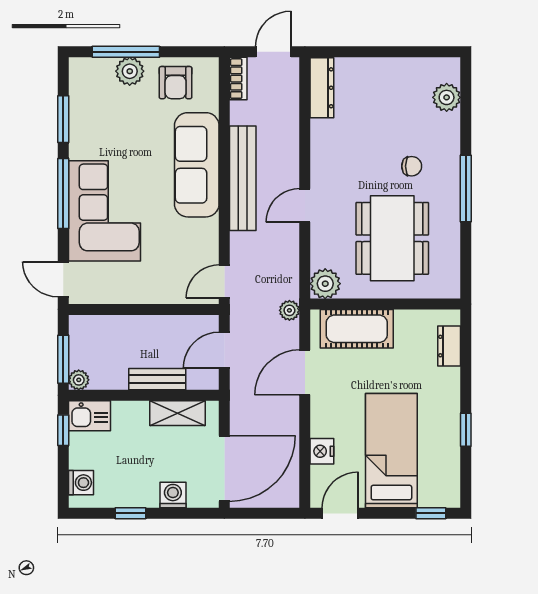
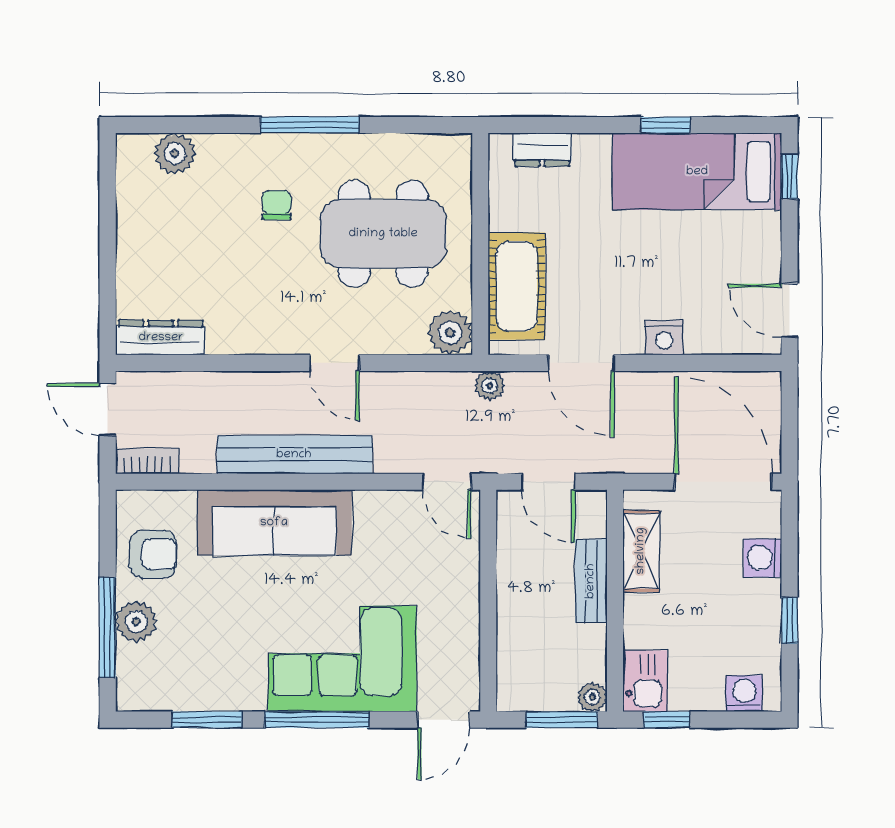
nightstand: (322, 451) -> (664, 338), moved
bed: (391, 451) -> (697, 172), moved

